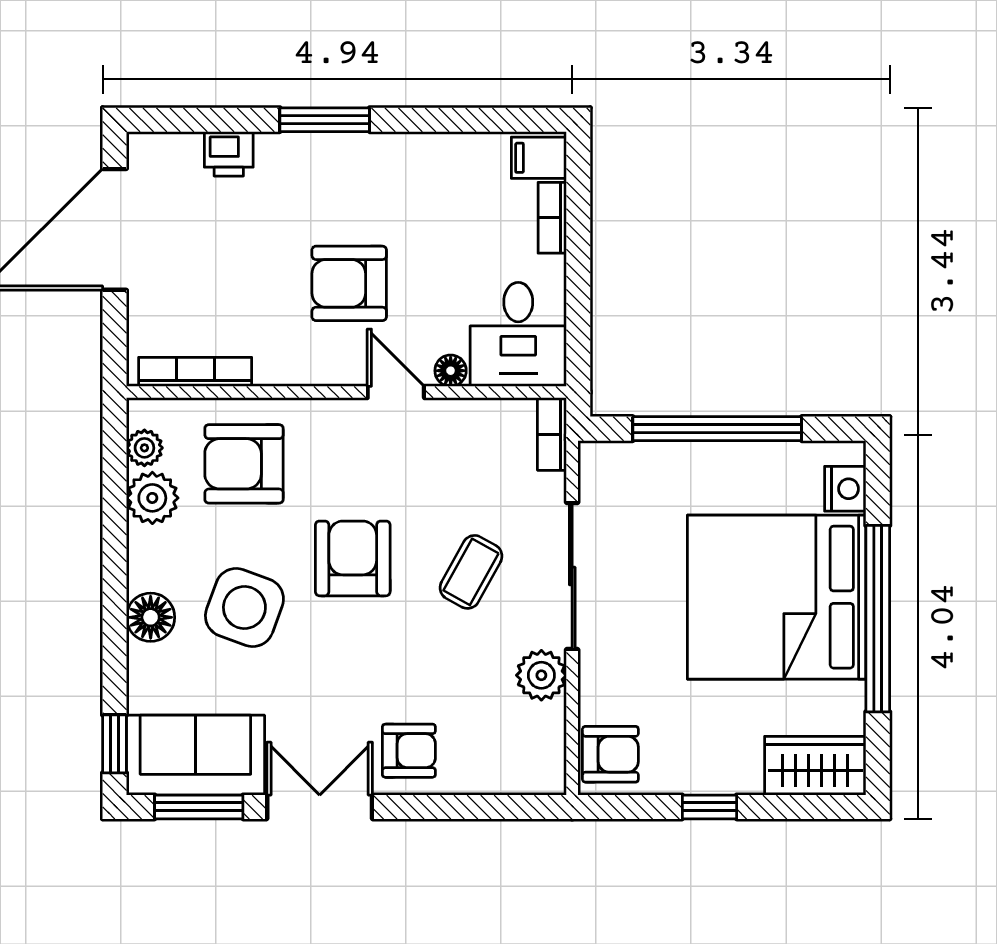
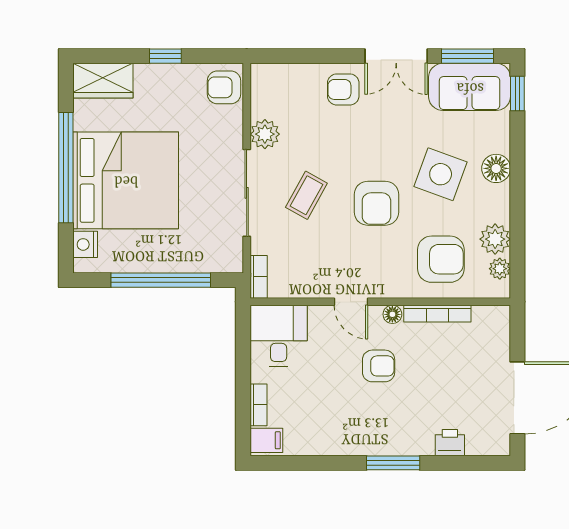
armchair: (349, 283) -> (379, 366), width x0.72, depth x0.72
floor lamp: (451, 371) -> (392, 314), moved
bookcase: (195, 372) -> (437, 314), moved

